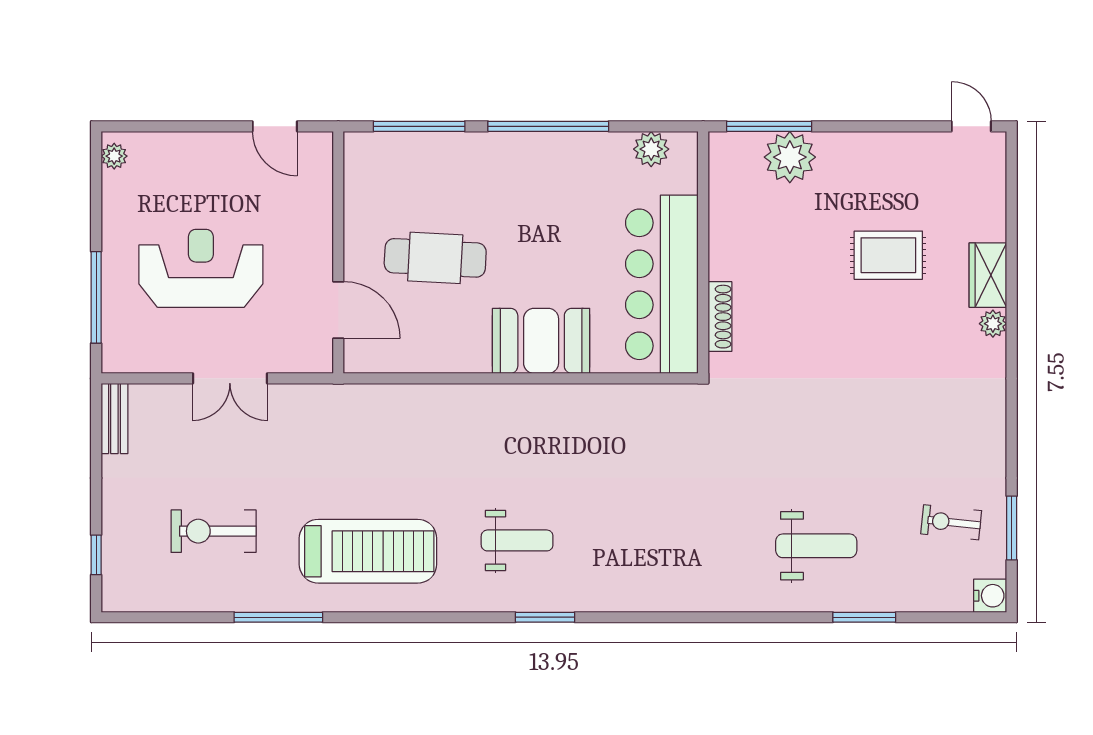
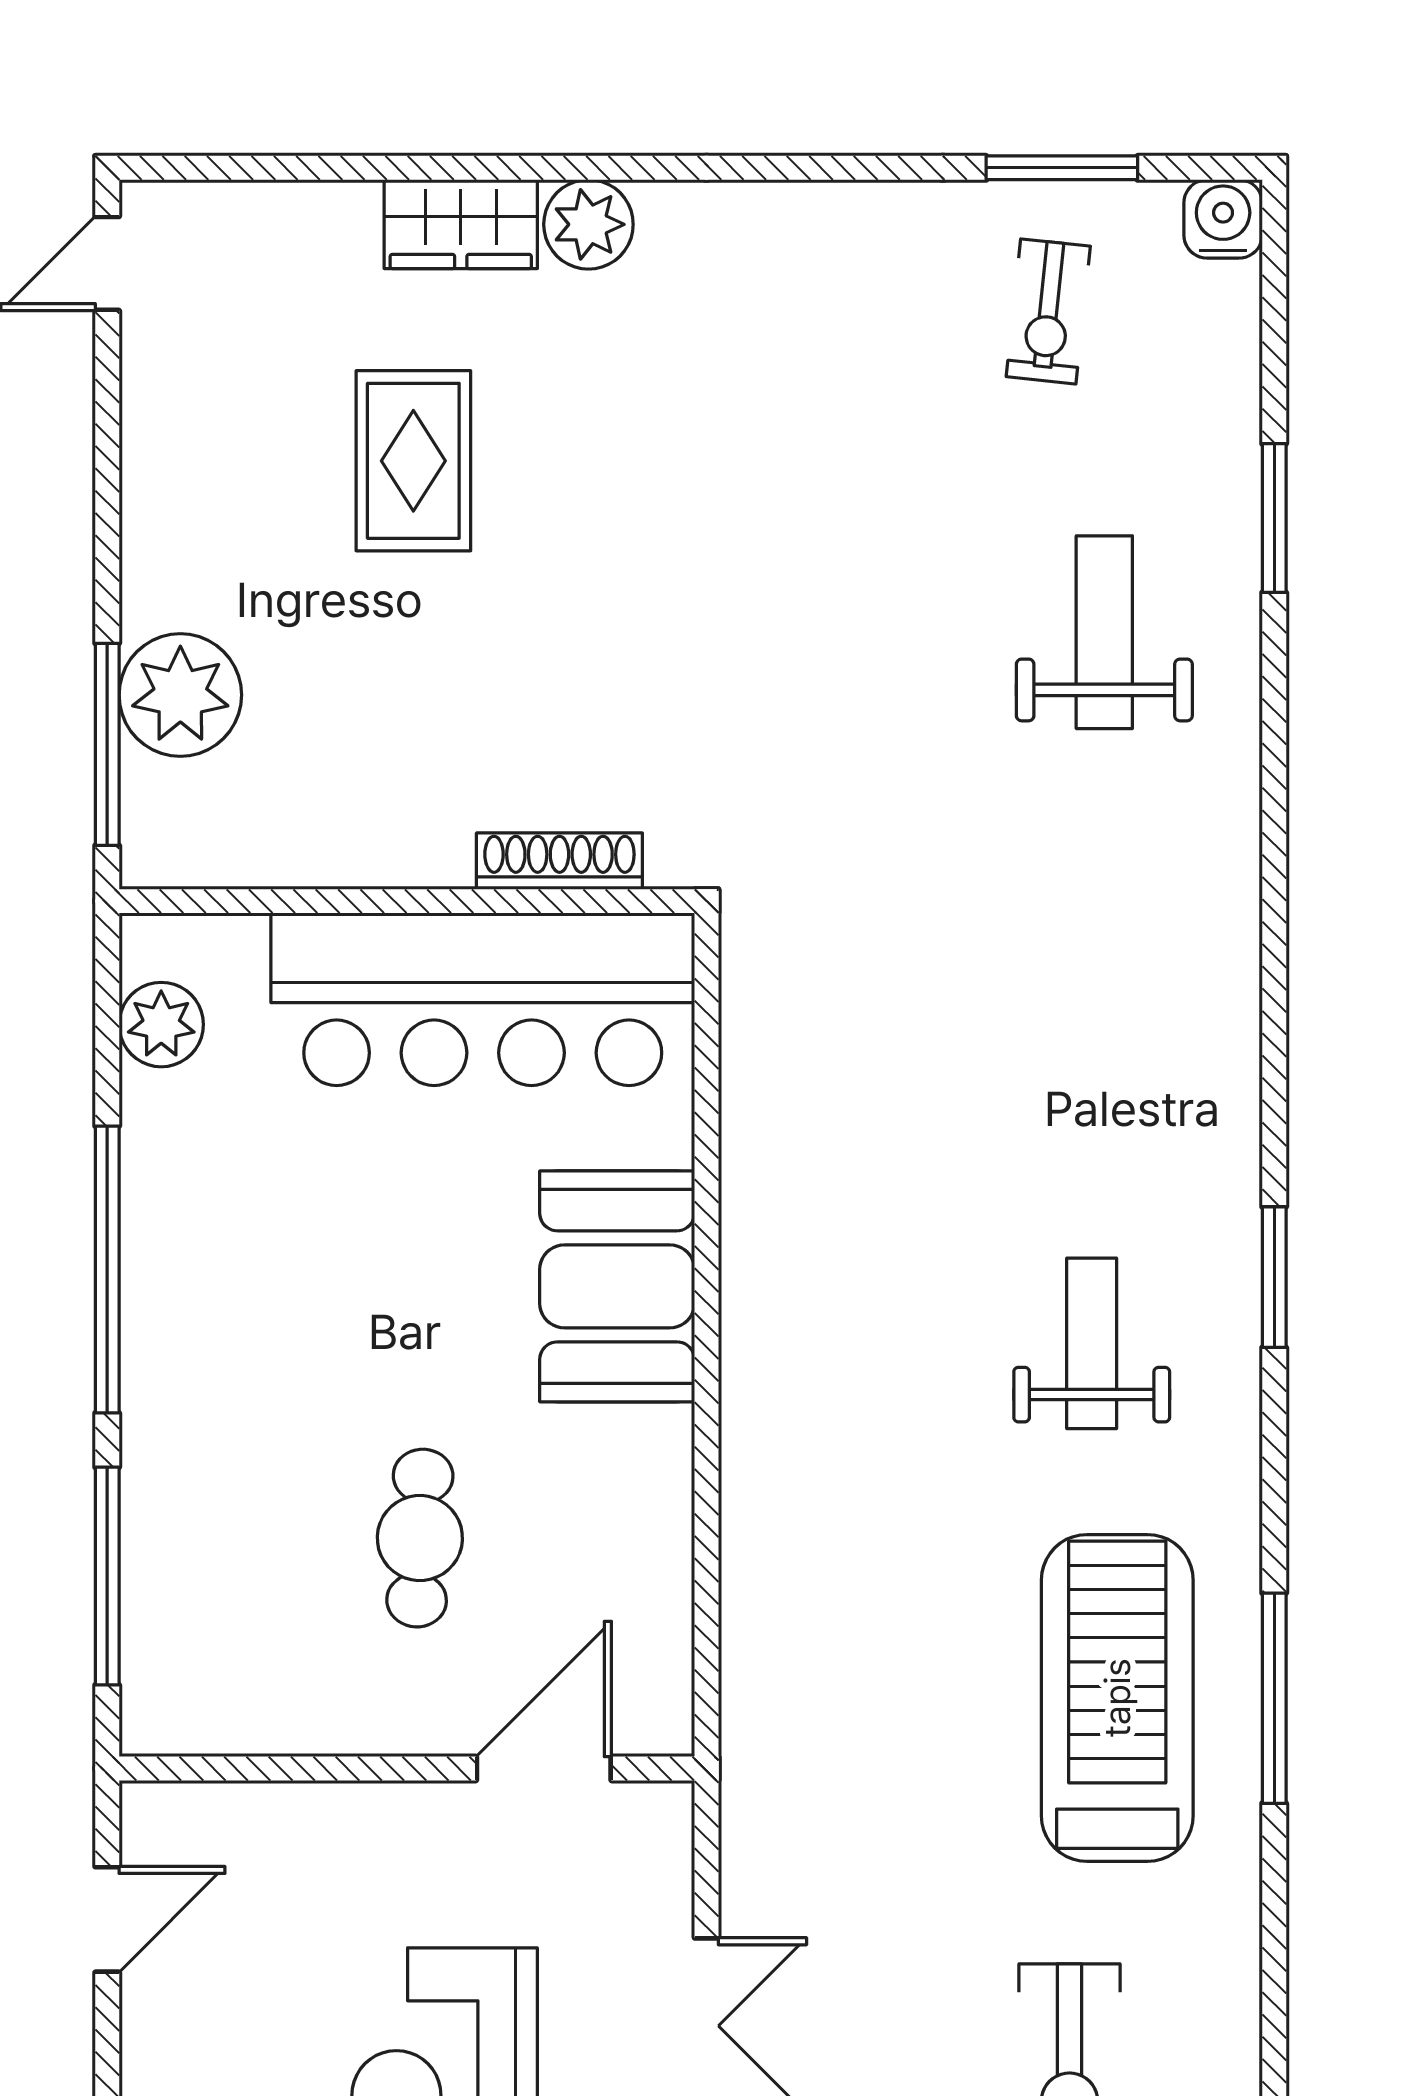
cafe table: (435, 258) -> (420, 1538), width x0.73, depth x0.74
plant: (993, 324) -> (588, 224), width x1.38, depth x1.38
window: (278, 617) -> (1274, 1698), moved

